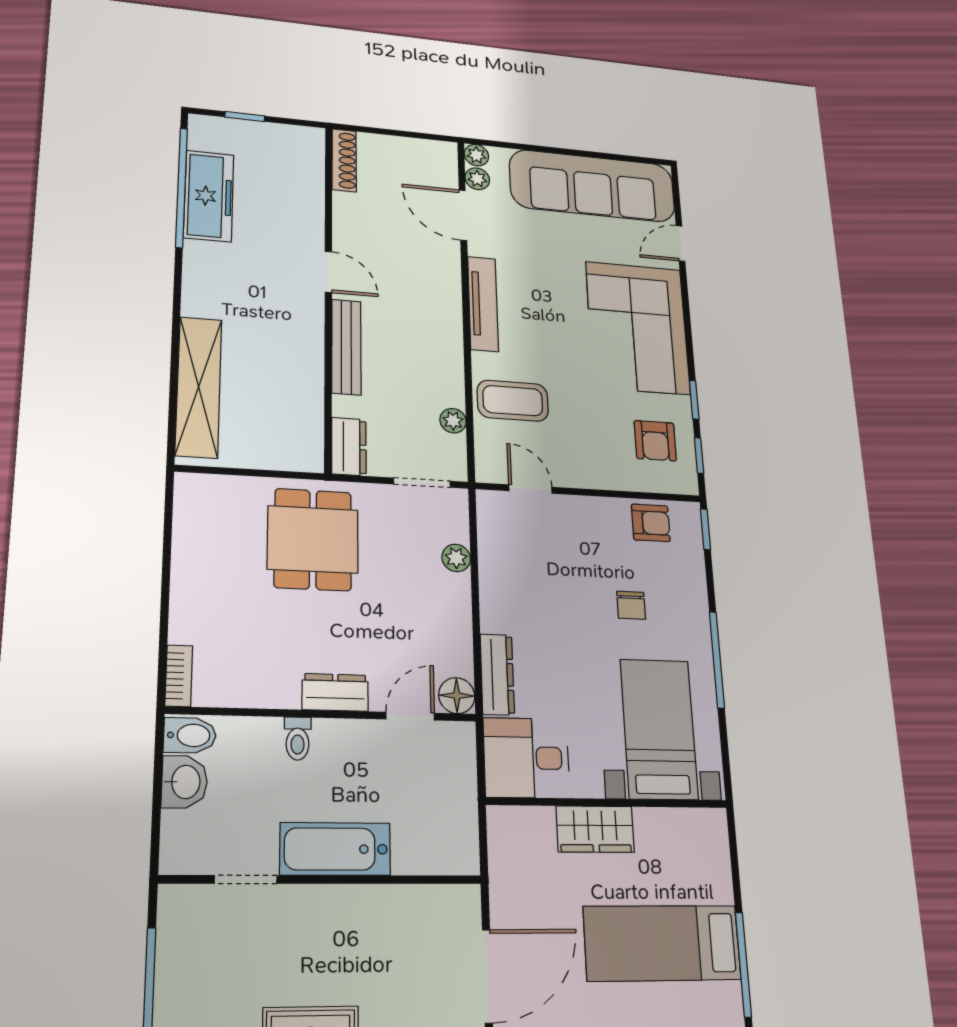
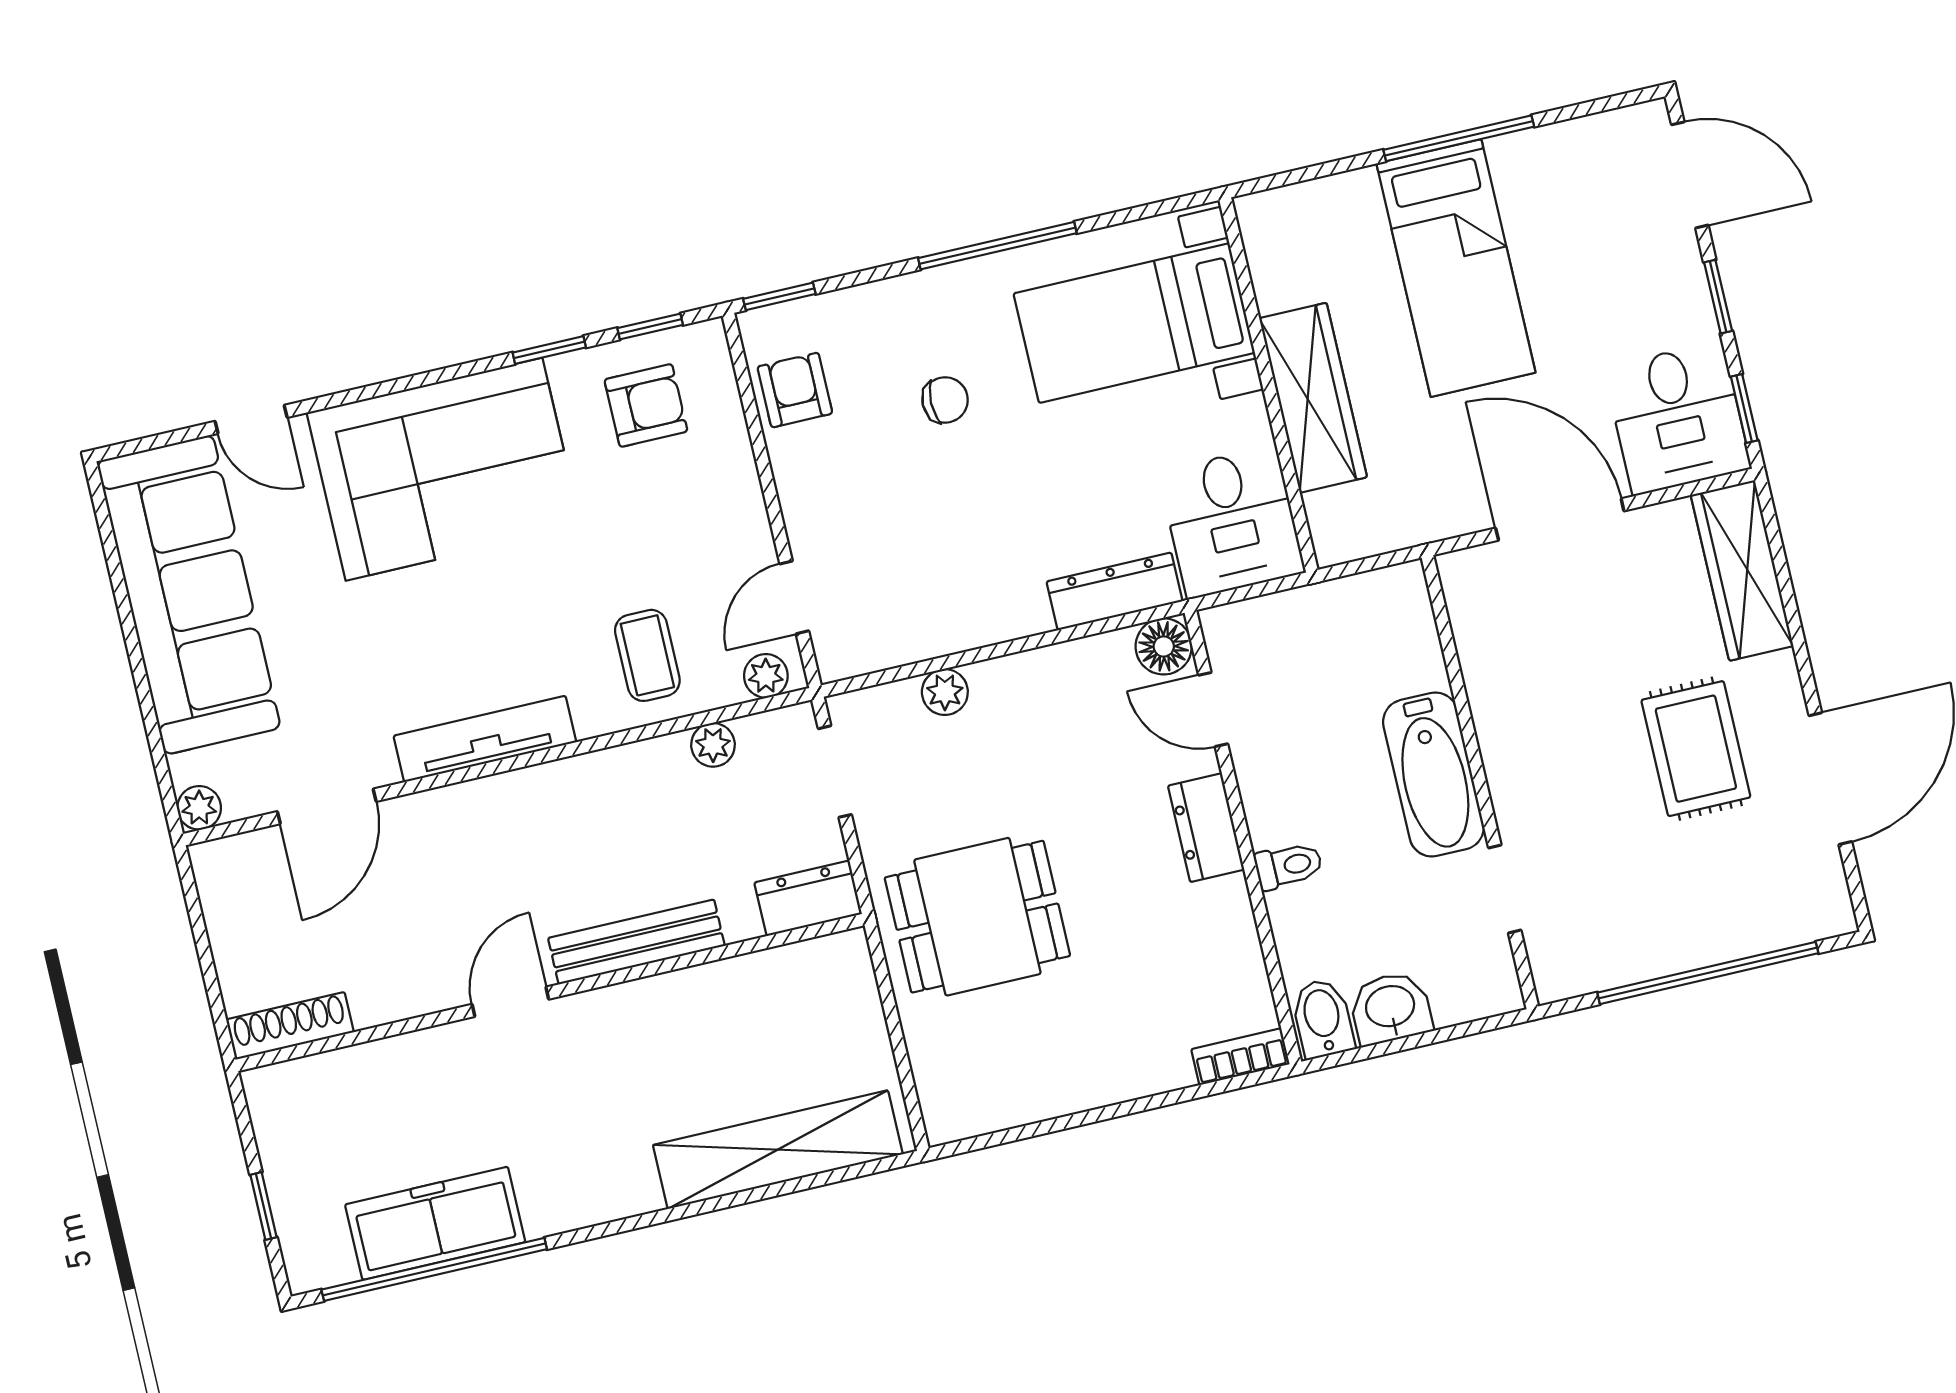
plant: (477, 179) -> (766, 676), moved
coffee table: (513, 401) -> (647, 655), width x0.73, depth x0.77
wardrobe: (595, 829) -> (1313, 398), width x1.50

